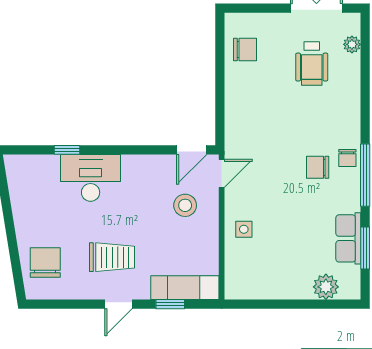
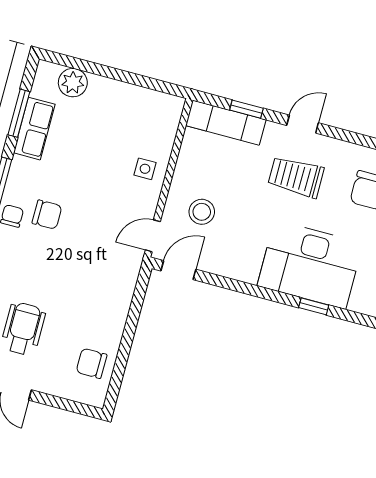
desk: (91, 178) -> (310, 265), width x1.36, depth x1.30

